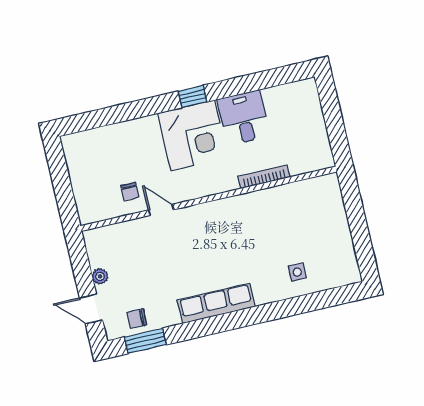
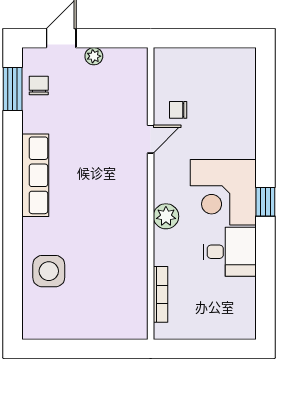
bookcase: (264, 177) -> (160, 294), moved
plant: (225, 181) -> (166, 216), added
side table: (297, 272) -> (49, 271), width x1.87, depth x1.87

